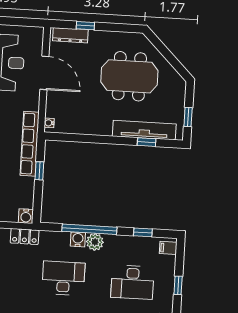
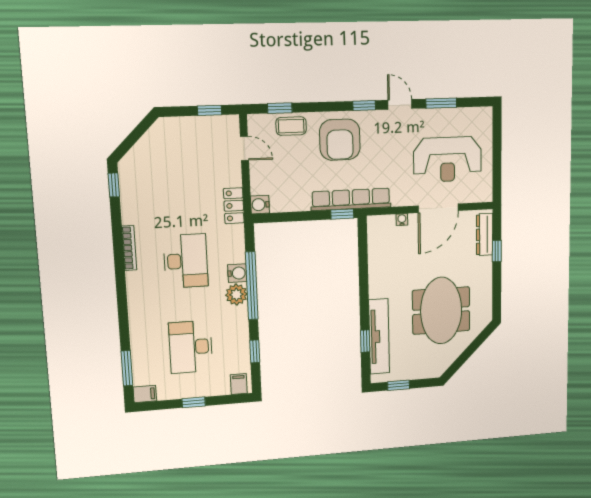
water cooler: (49, 123) -> (402, 220), moved
window: (39, 171) -> (342, 214), moved

